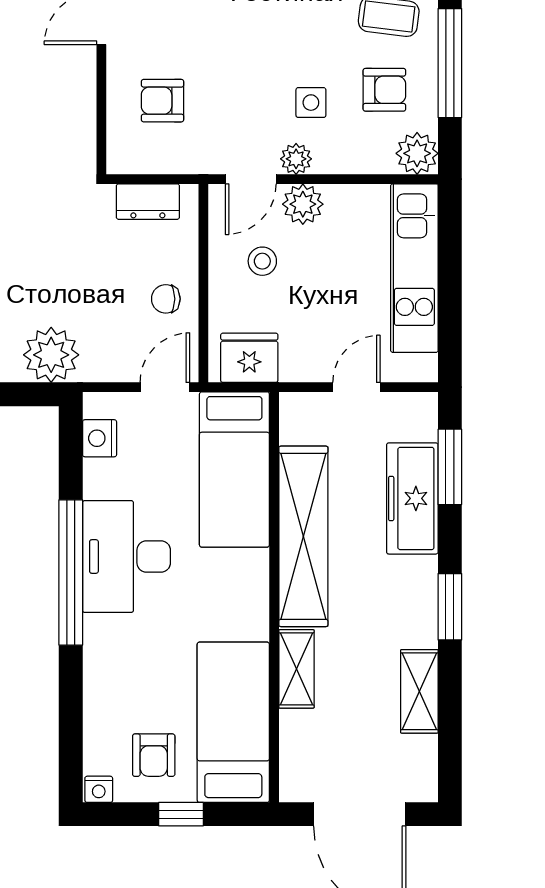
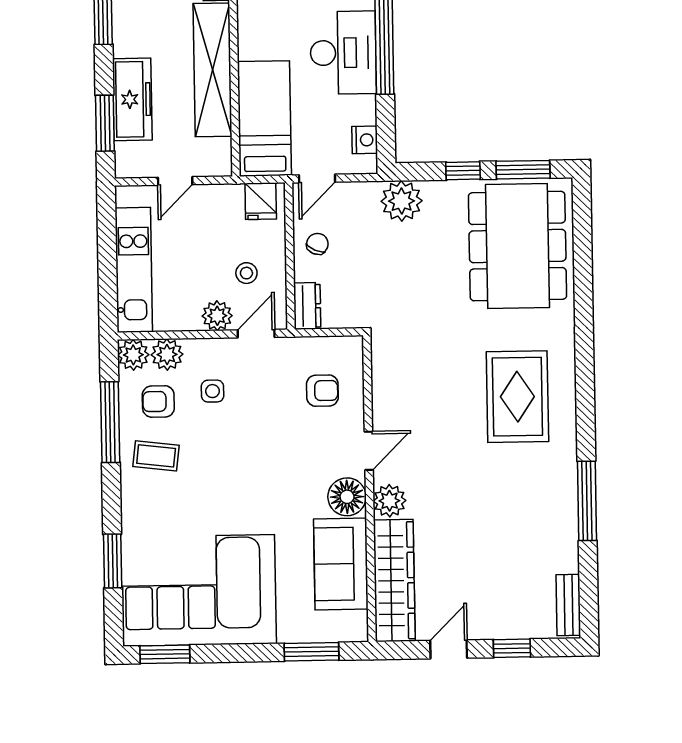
plant: (296, 159) -> (167, 355), moved, width x1.38, depth x1.38
dresser: (148, 202) -> (307, 306), moved, turned 90
chair: (166, 299) -> (317, 244), turned -66
fridge: (249, 358) -> (261, 201), width x0.72

